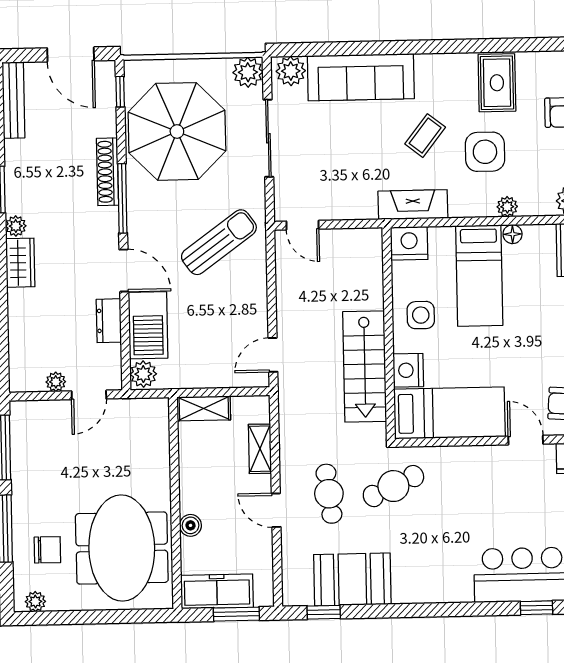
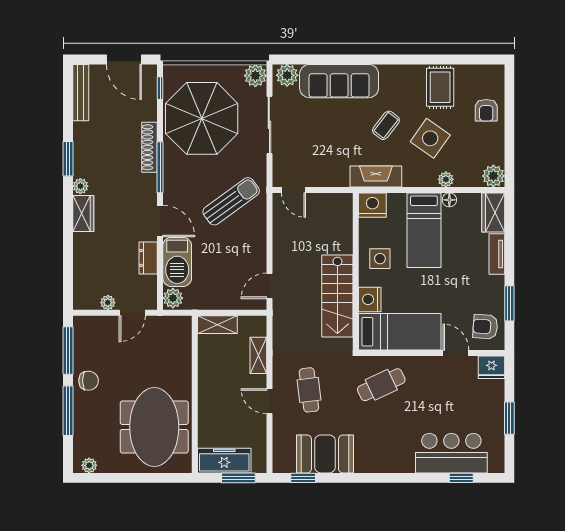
side table: (485, 152) -> (430, 138), turned 35
cafe table: (393, 486) -> (381, 385), moved
boiler: (191, 525) -> (206, 411), removed
chair: (47, 550) -> (89, 381), moved

